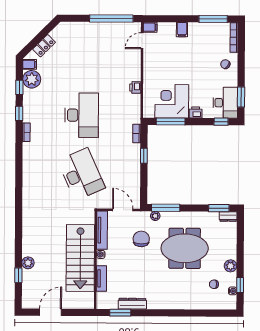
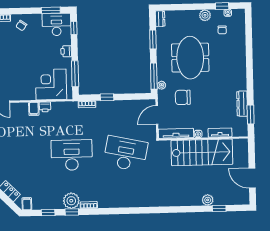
filing cabinet: (134, 75) -> (34, 109), added
plant: (32, 79) -> (71, 201), moved
corner desk: (172, 101) -> (51, 84), moved, turned 90
desk: (81, 174) -> (125, 154), turned 36
window: (219, 208) -> (153, 40), moved

